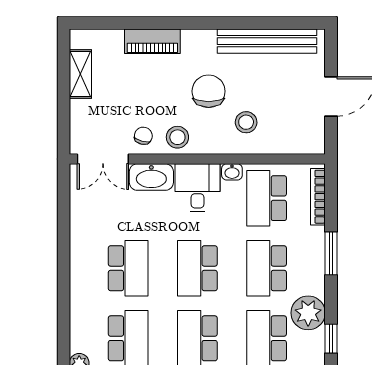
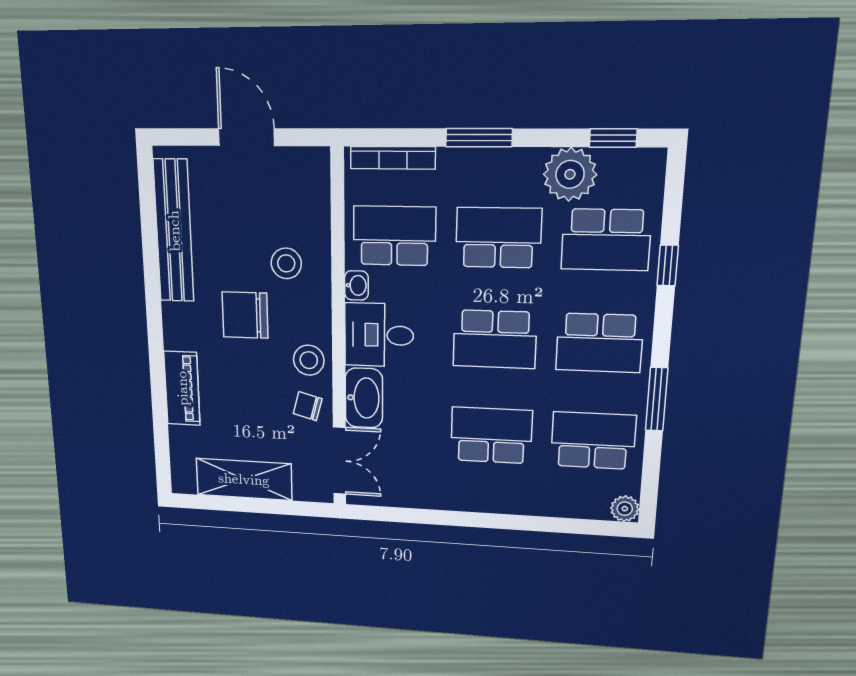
shelving: (80, 74) -> (244, 479), width x1.50, depth x1.33
school desk: (267, 198) -> (394, 236), turned 180
school desk: (267, 268) -> (498, 238), turned 180

